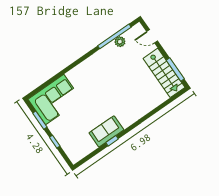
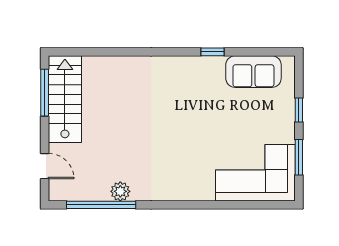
plant: (120, 42) -> (120, 191), moved
sofa: (106, 131) -> (253, 72), moved

